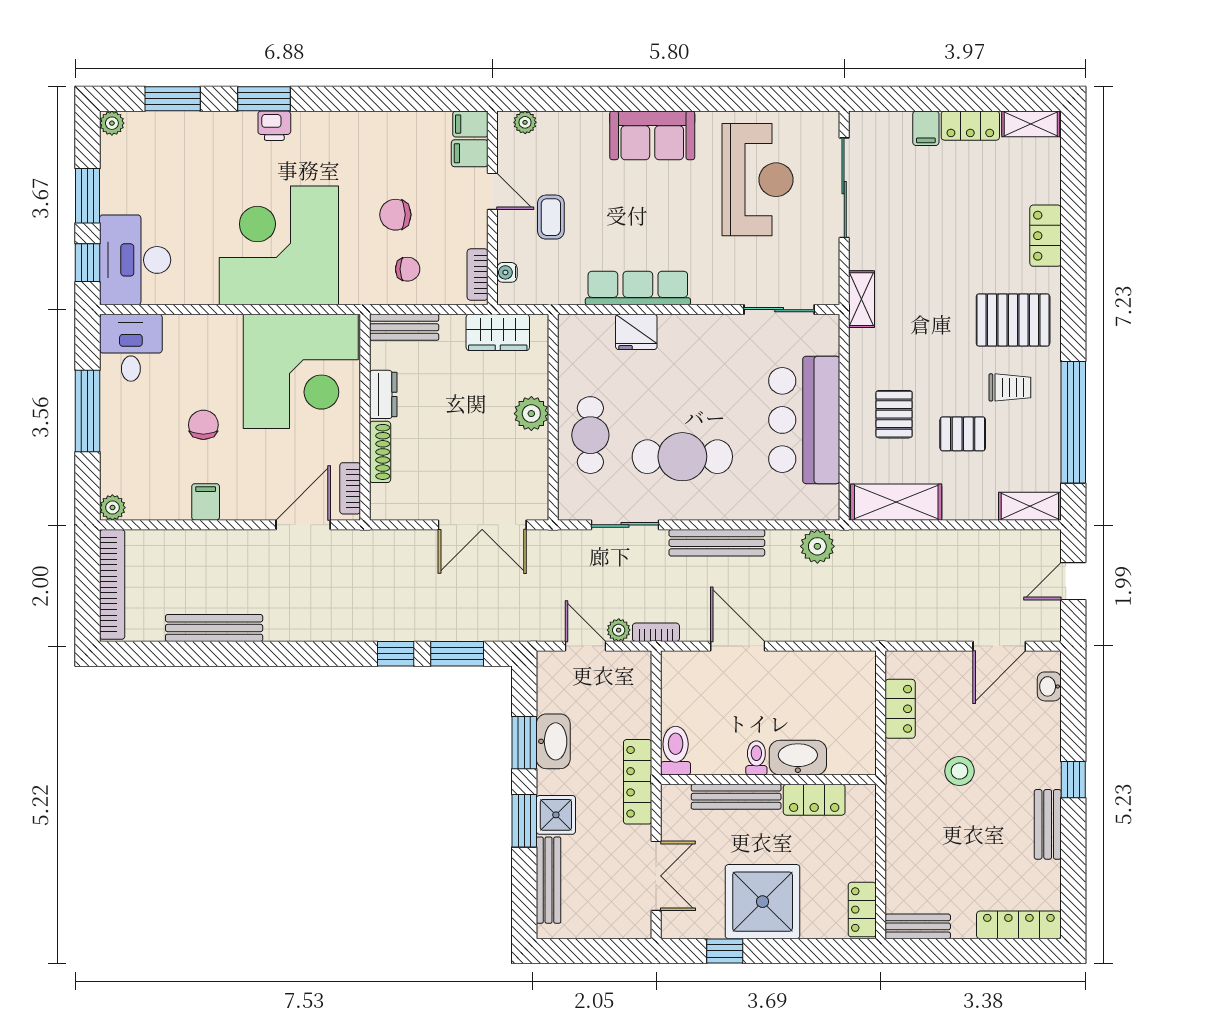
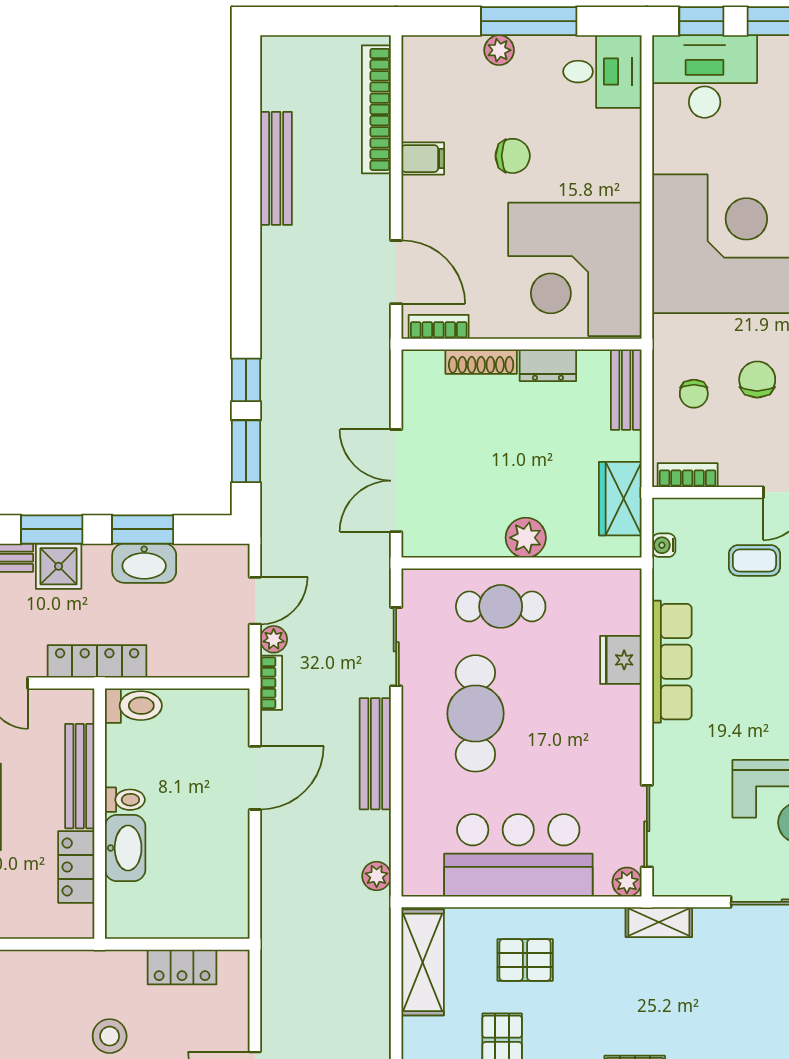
water cooler: (507, 272) -> (664, 545), moved, turned -90
plant: (827, 327) -> (627, 882), added
plant: (112, 508) -> (499, 50), moved
plant: (817, 546) -> (377, 876), width x0.73, depth x0.73
bookcase: (112, 584) -> (376, 109), moved, turned 90

